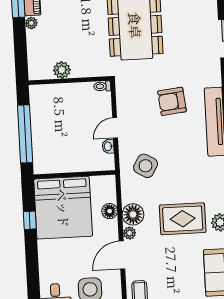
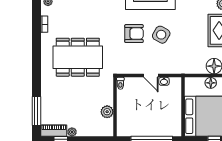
armchair: (172, 101) -> (134, 34), turned -84
side table: (146, 166) -> (161, 35), moved

